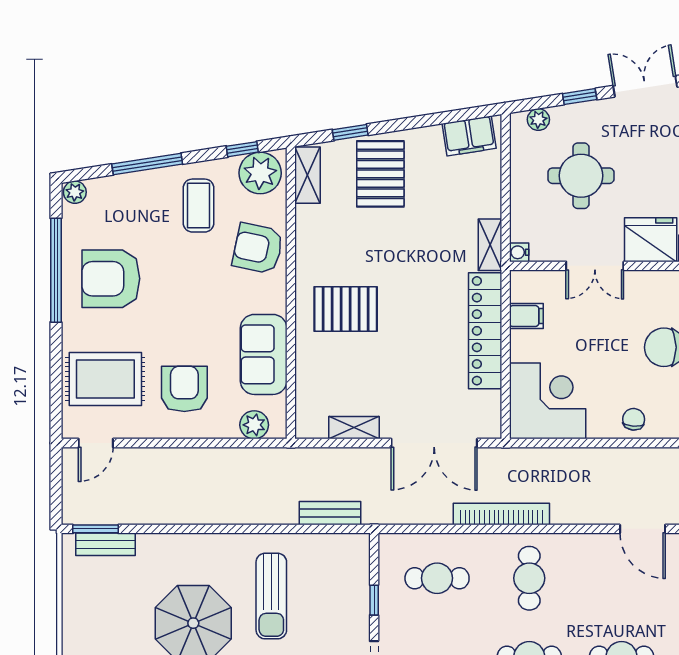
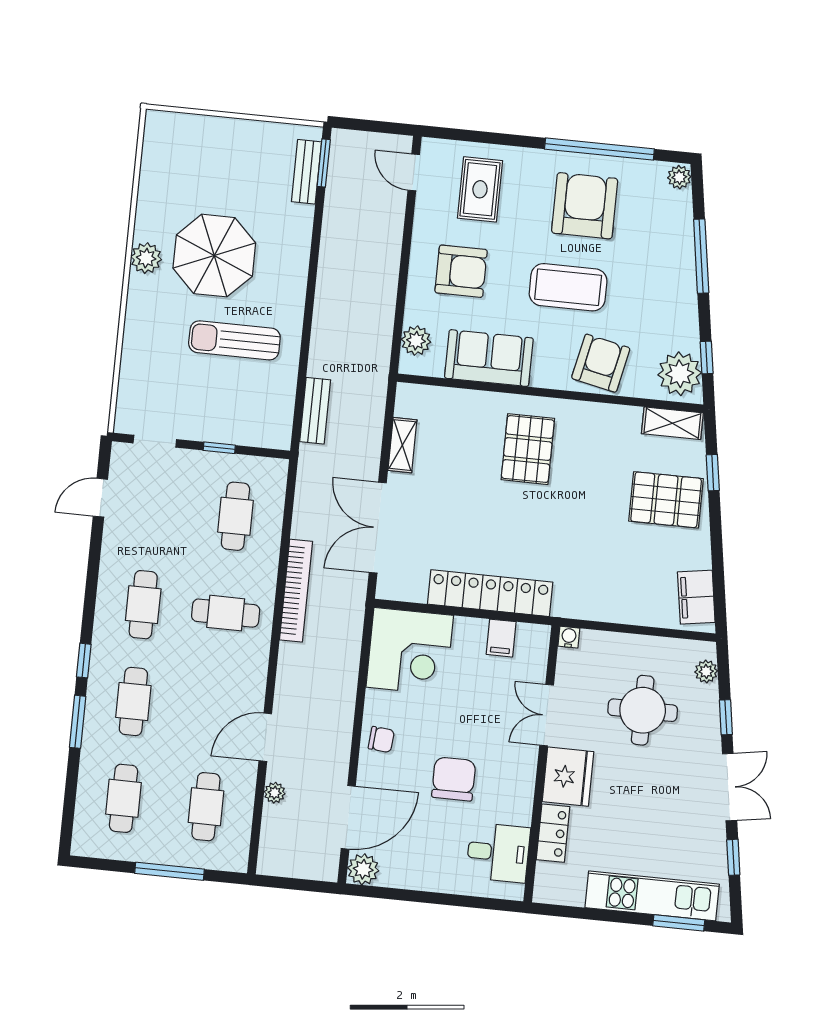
coffee table: (199, 206) -> (568, 287), moved, width x1.36, depth x1.32
shelving: (490, 245) -> (580, 607), removed
rug: (105, 379) -> (480, 189), width x0.73, depth x0.70

